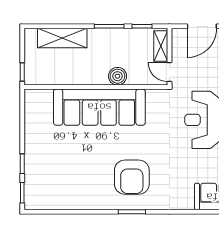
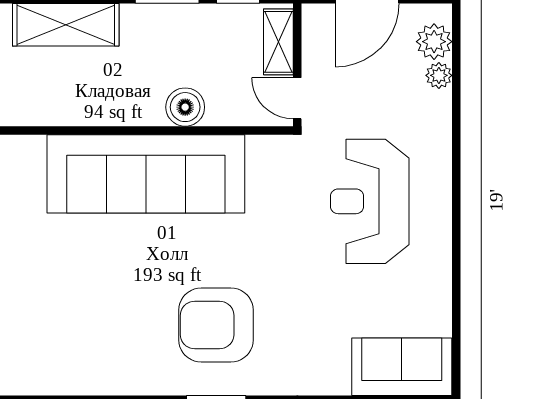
armchair: (132, 177) -> (216, 325), turned 90

